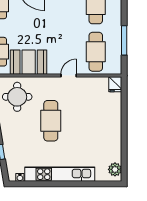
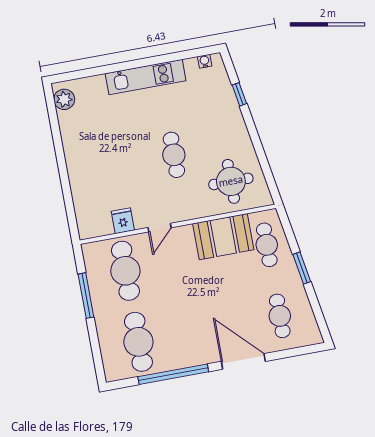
fridge: (115, 84) -> (123, 221), moved
cafe table: (51, 121) -> (174, 155), width x0.73, depth x0.74
kitchen unit: (60, 174) -> (146, 77), width x0.73

